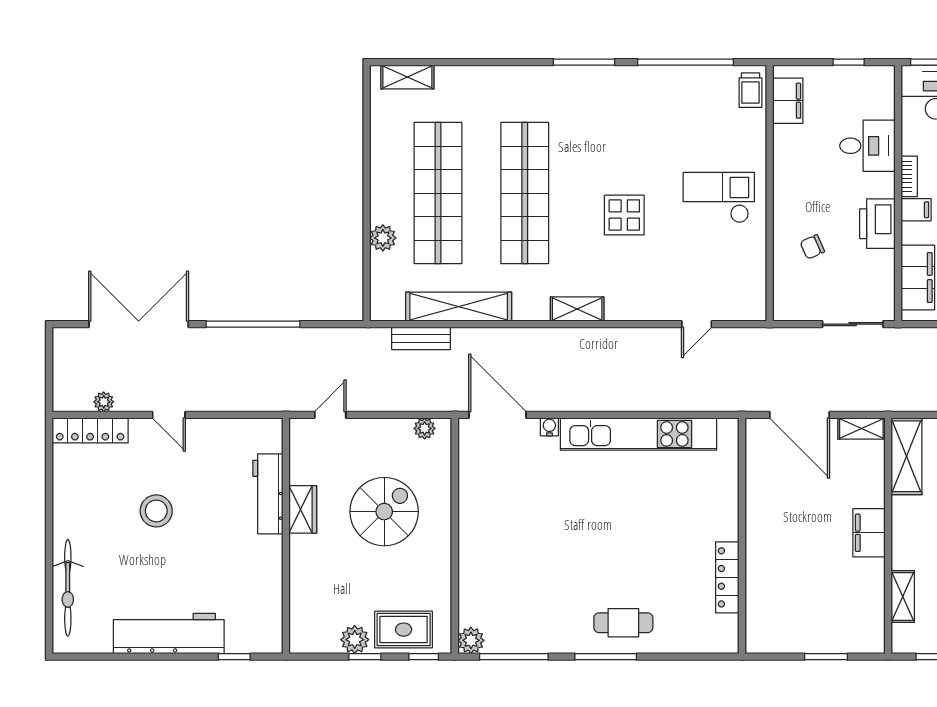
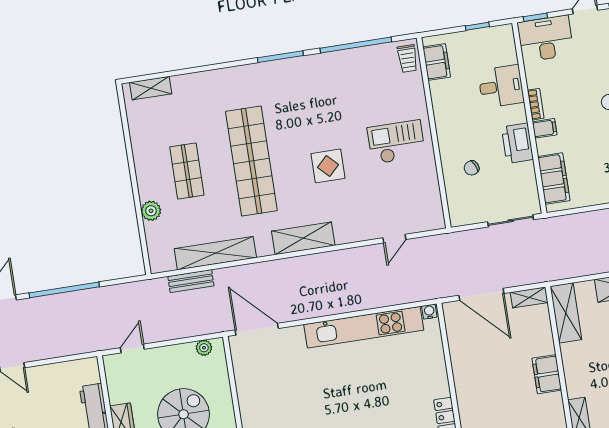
shop shelf: (438, 193) -> (187, 171), width x0.50, depth x0.74
shelving: (577, 309) -> (303, 238), width x1.50, depth x1.33
water cooler: (549, 427) -> (429, 312), moved

